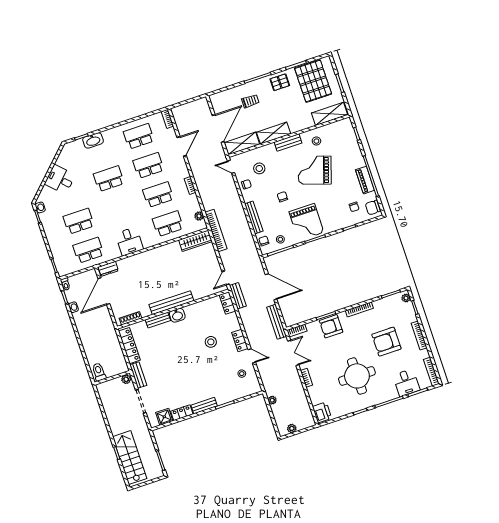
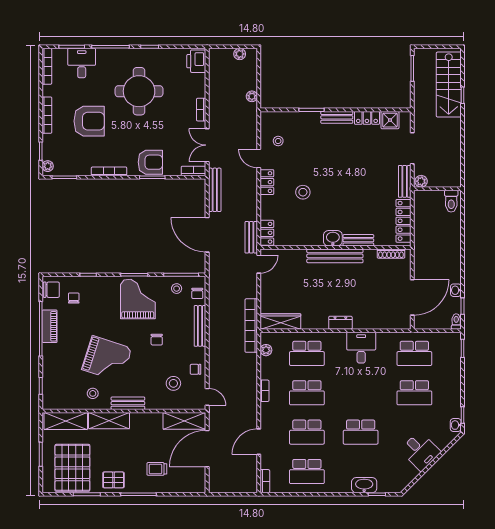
shelving: (274, 133) -> (109, 421), moved
dresser: (108, 269) -> (340, 323), moved

